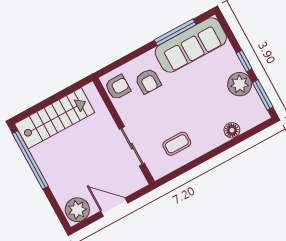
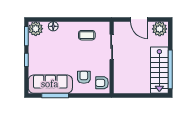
plant: (240, 84) -> (36, 29), moved
stairs: (55, 118) -> (159, 70), moved, turned -90

